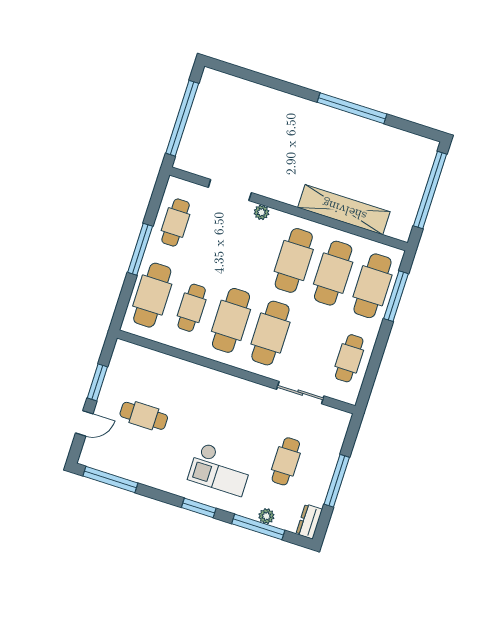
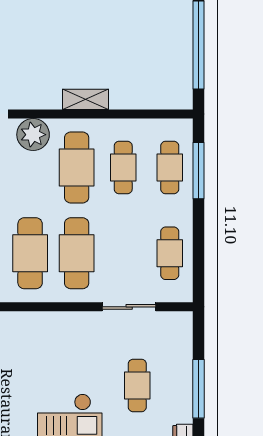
shelving: (344, 210) -> (85, 99), width x0.45, depth x0.75
plant: (262, 212) -> (33, 135), width x1.88, depth x1.88
cafe table: (333, 273) -> (123, 168), width x0.73, depth x0.74
cafe table: (373, 286) -> (170, 168), width x0.73, depth x0.74

